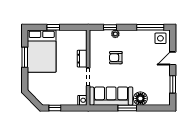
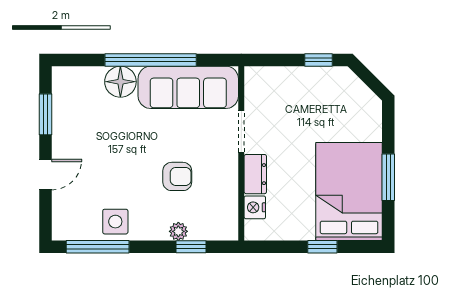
side table: (160, 38) -> (115, 222), moved
nightstand: (82, 100) -> (255, 207), moved
window: (127, 108) -> (151, 60), width x2.11

